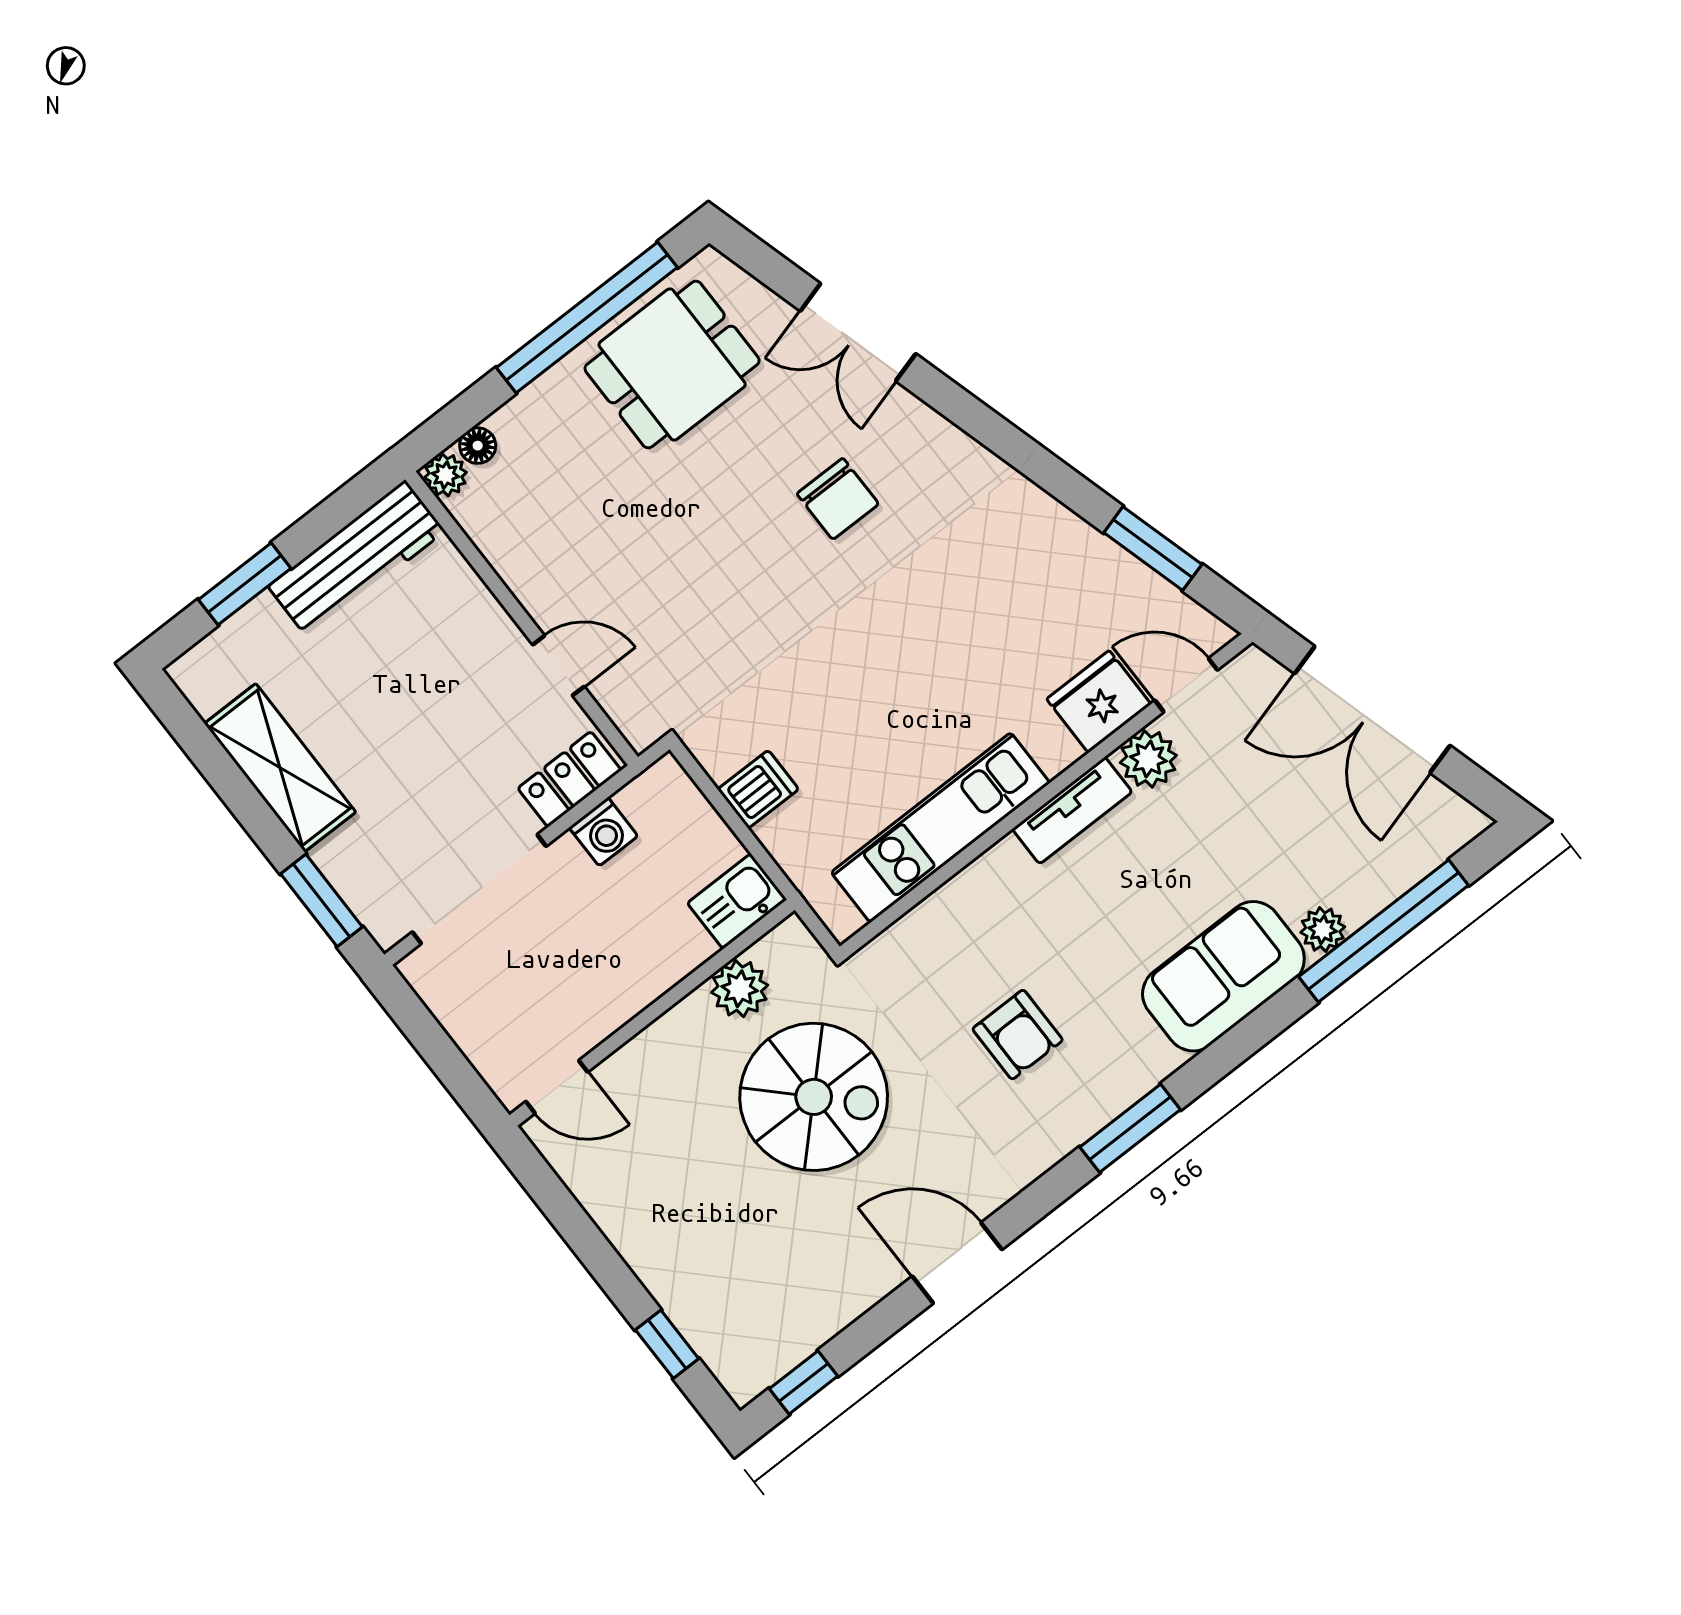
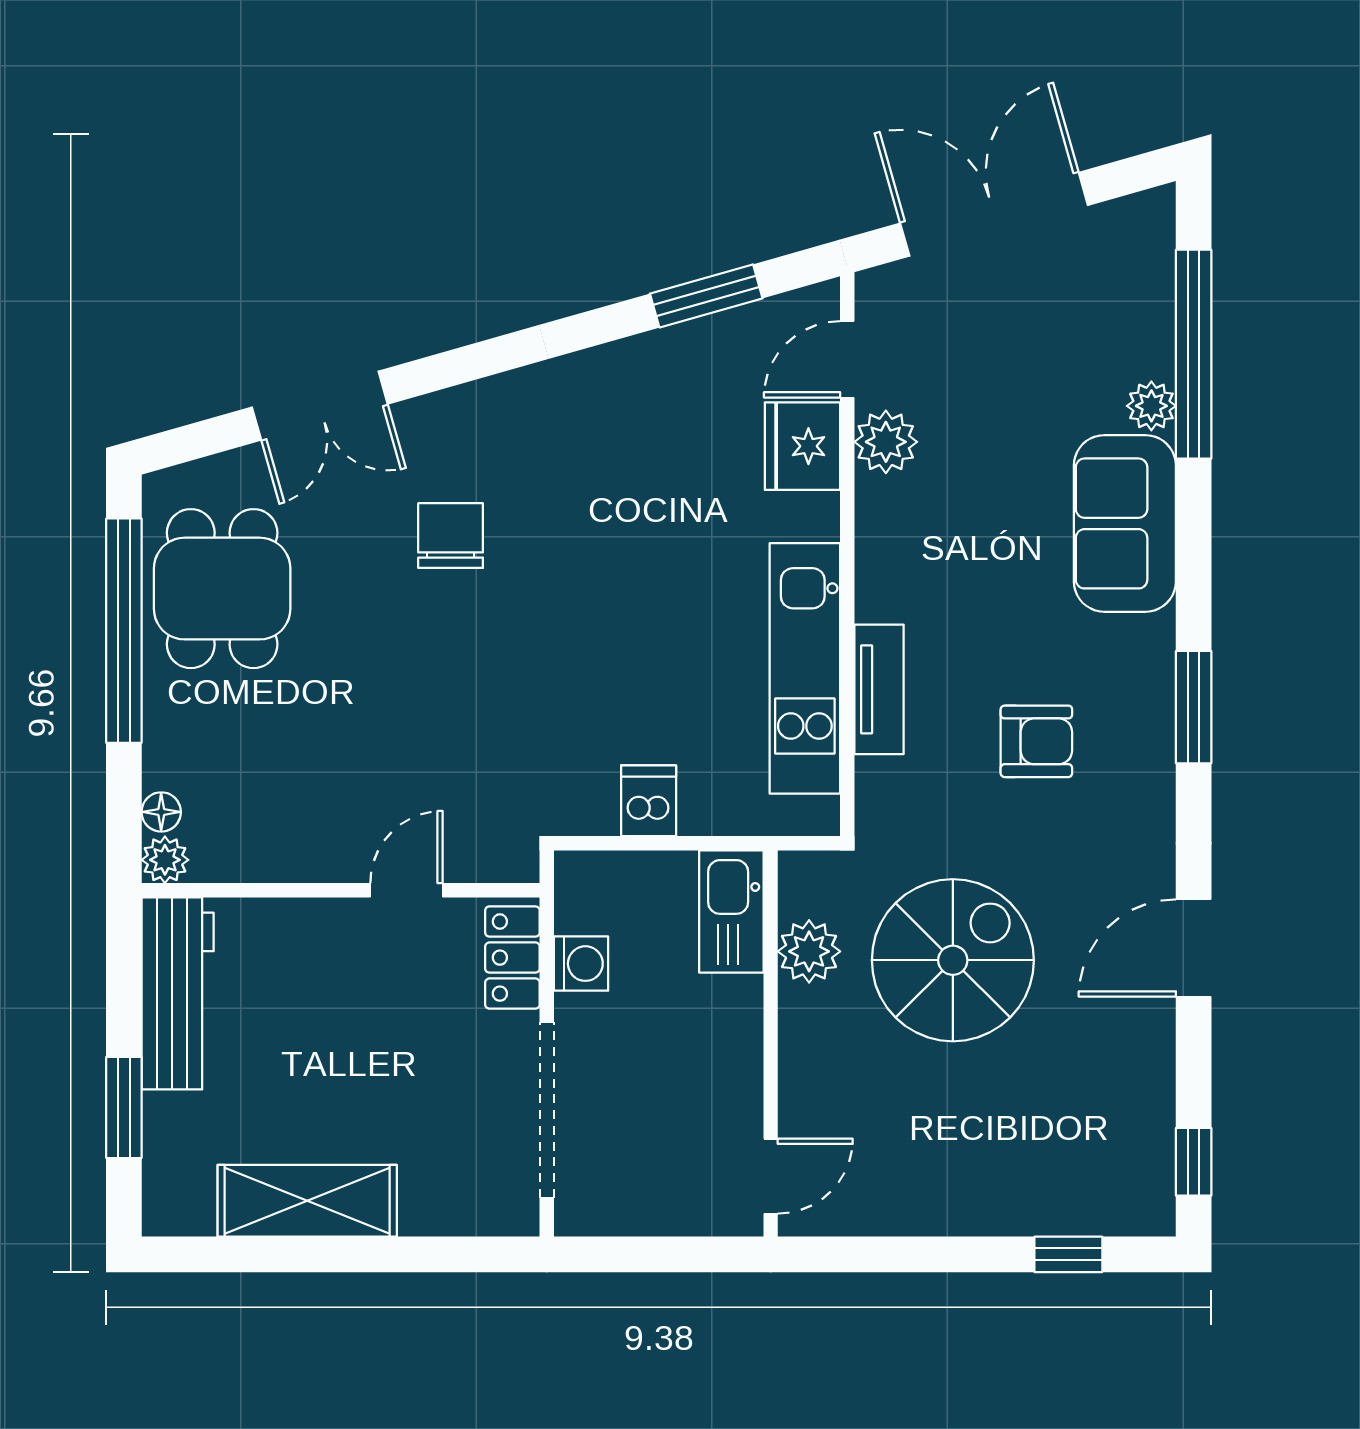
chair: (838, 499) -> (451, 536), turned -90
double door: (1372, 710) -> (994, 214), swing flipped
tv unit: (1072, 810) -> (879, 689), moved
window: (322, 900) -> (450, 1254), removed
kitchen sink: (737, 901) -> (731, 911), width x1.38

